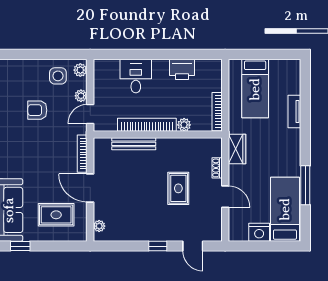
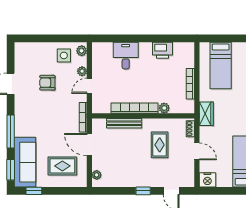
bookcase: (147, 125) -> (135, 108), moved
plant: (184, 125) -> (164, 108), moved
wall: (158, 135) -> (143, 116), moved
bench: (134, 144) -> (124, 123), moved
nightstand: (259, 232) -> (207, 180), moved

